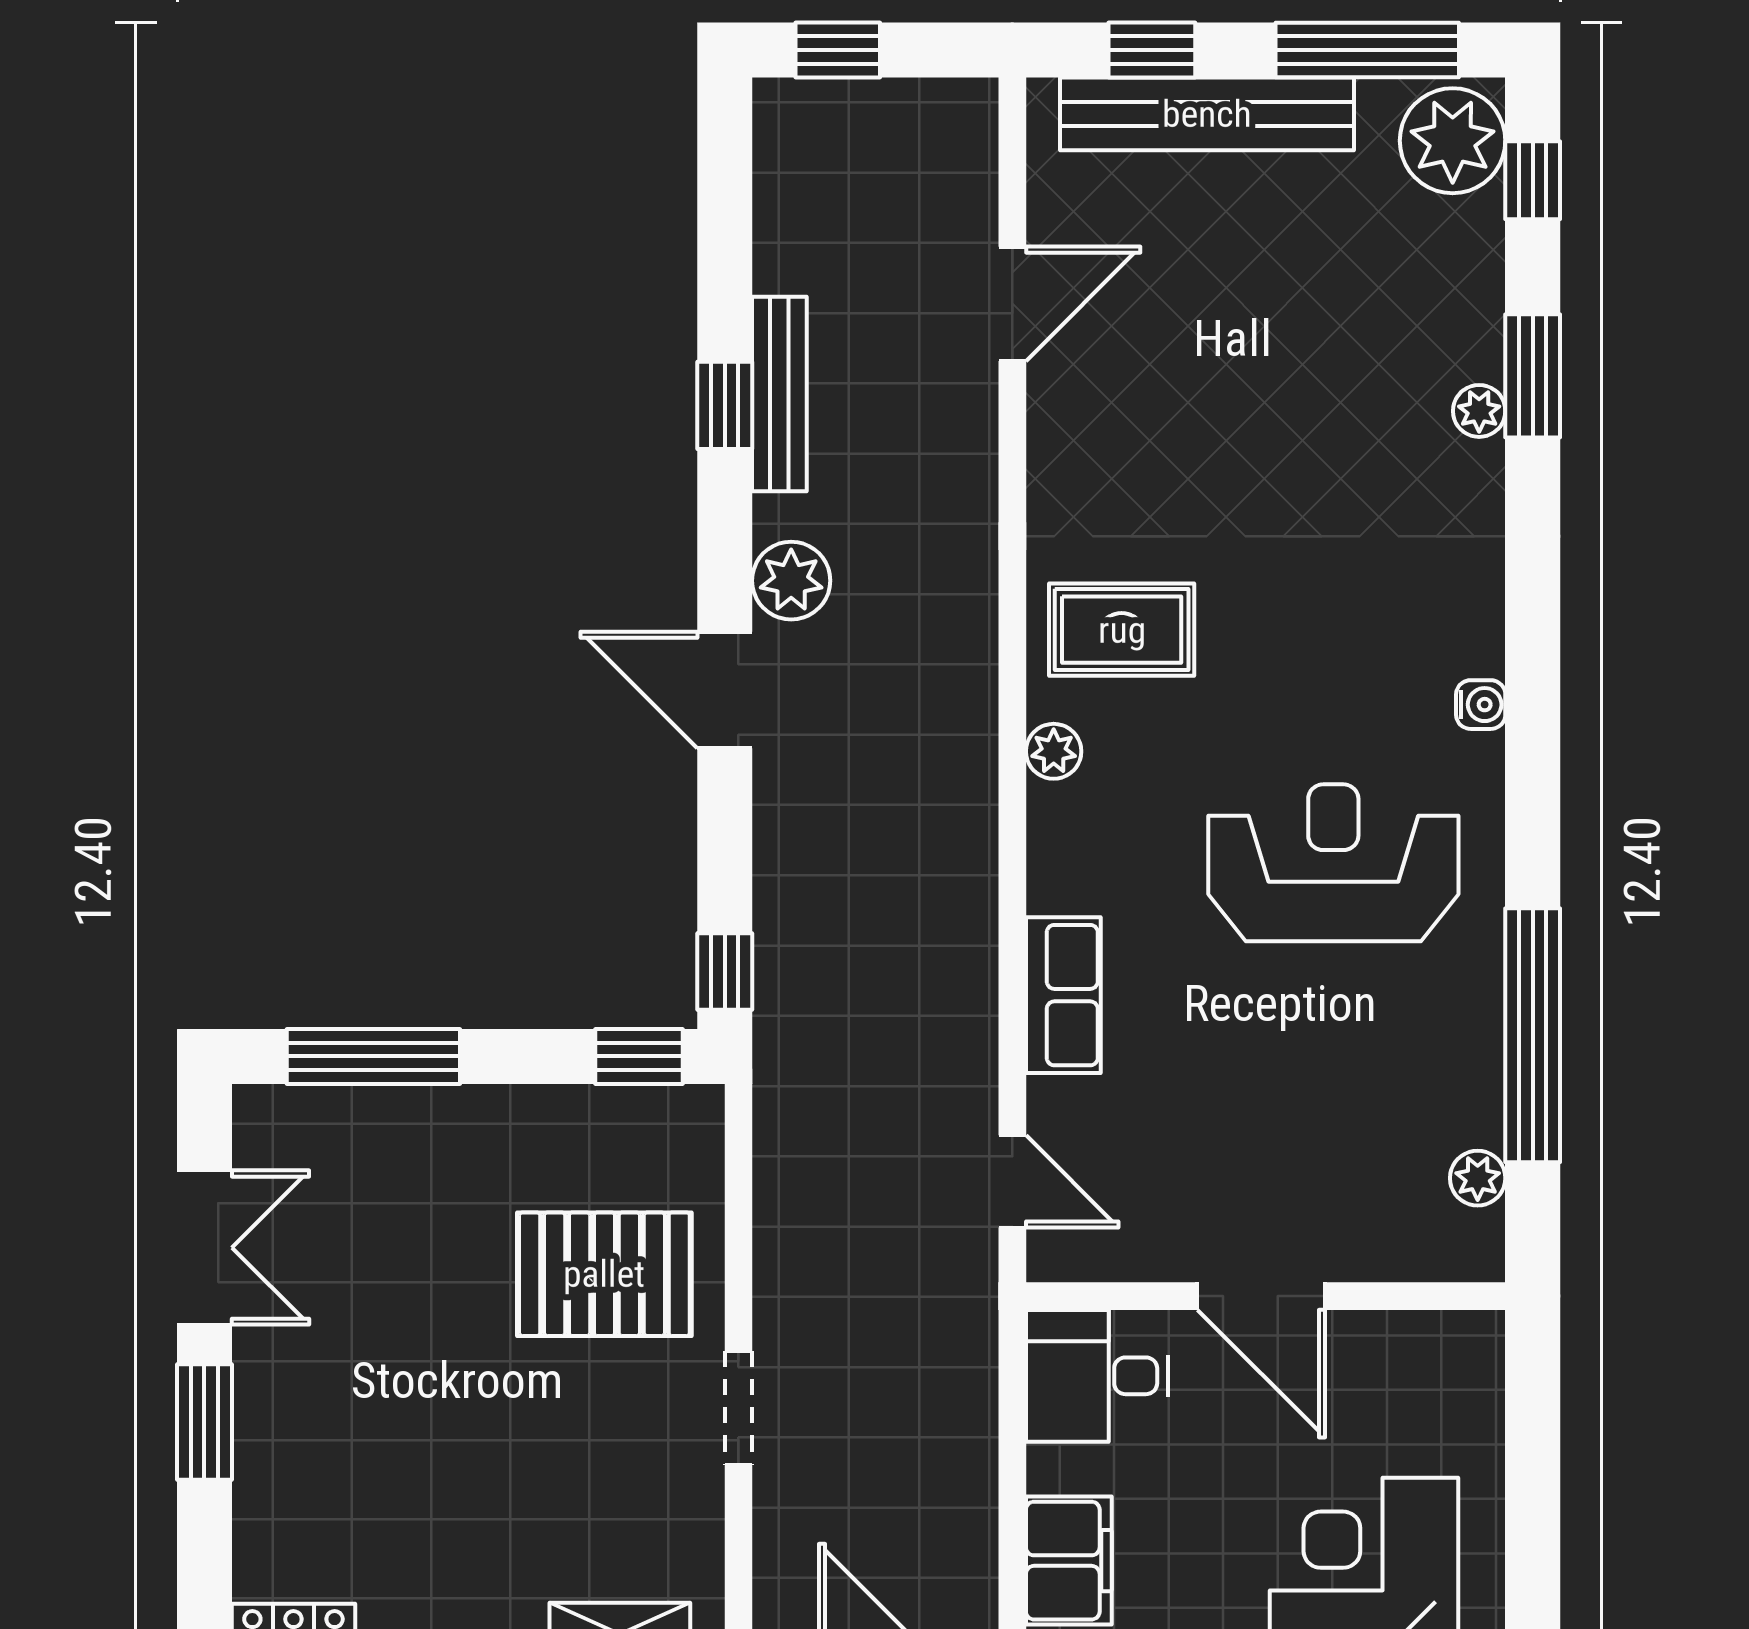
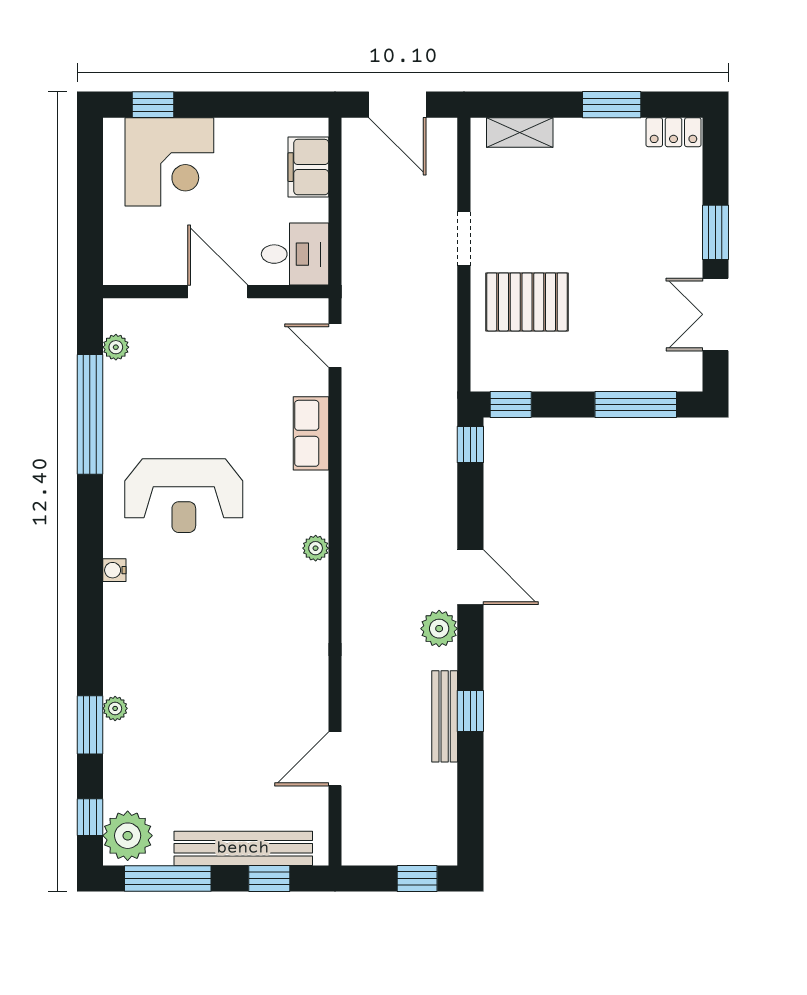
rug: (1122, 630) -> (283, 605), removed

